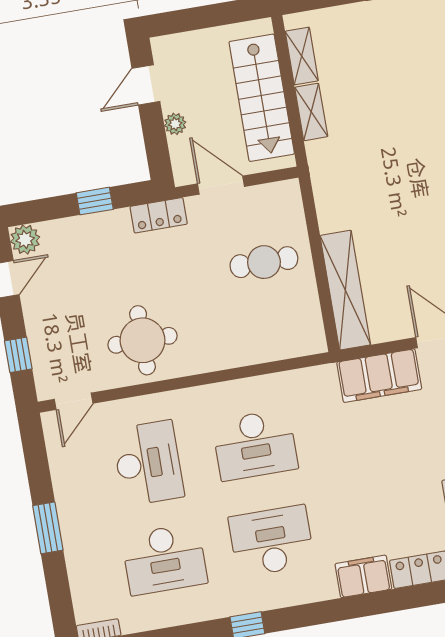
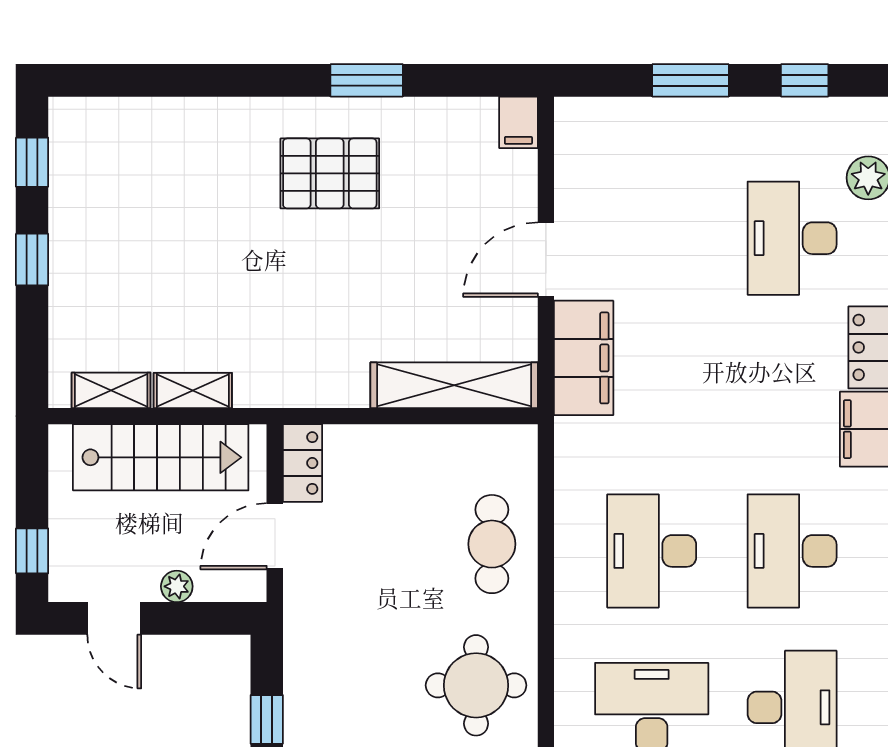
window: (183, 21) -> (32, 551), added
locker: (159, 215) -> (302, 463), moved
cafe table: (264, 262) -> (492, 544), moved
desk: (255, 445) -> (652, 551), turned 180

